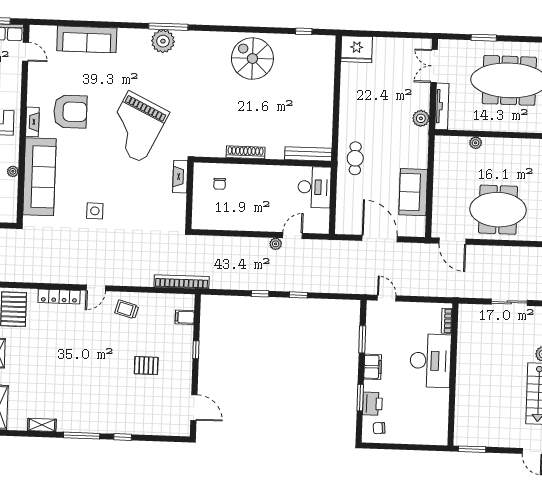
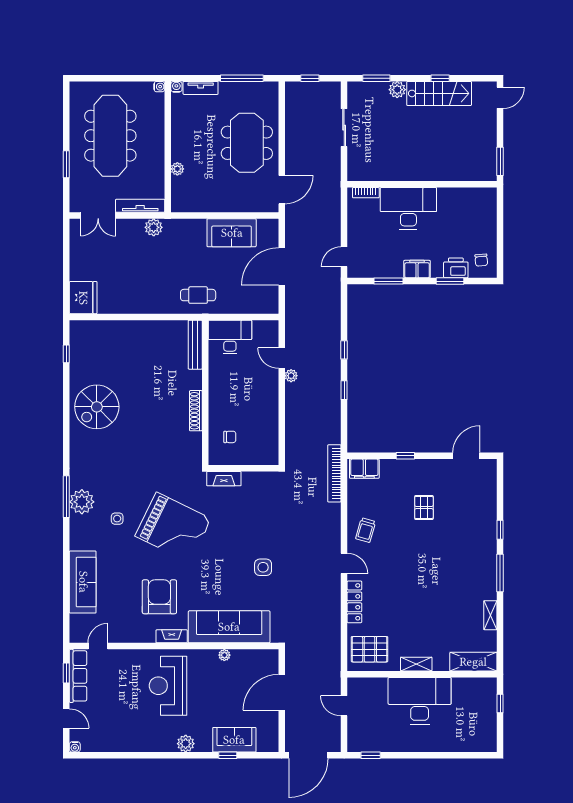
side table: (146, 74) -> (117, 519), added
filing cabinet: (185, 317) -> (364, 469), width x2.00

